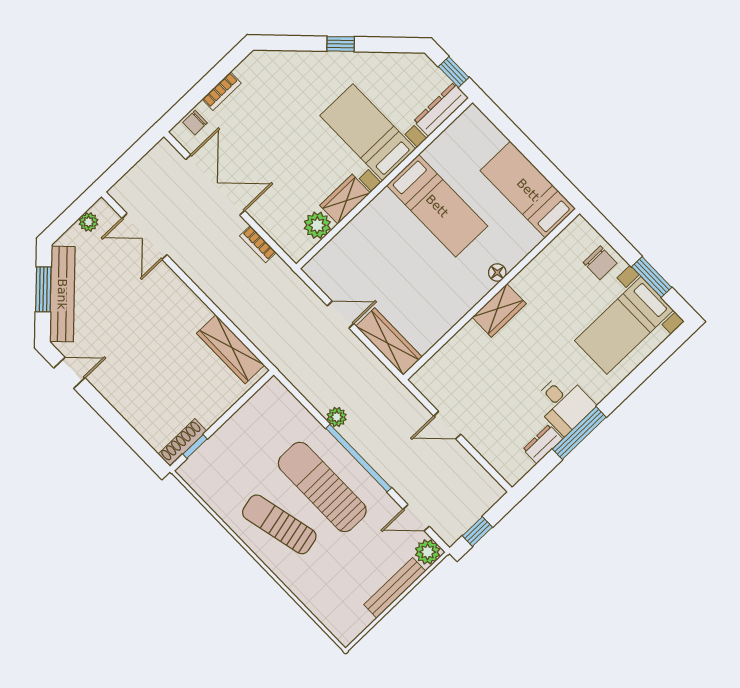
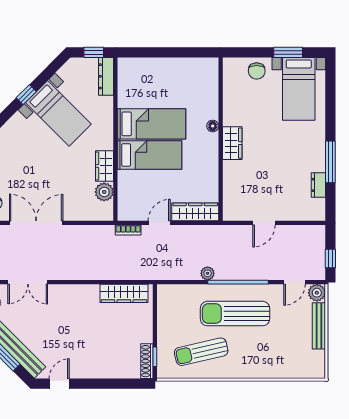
bed with nightstands: (368, 132) -> (58, 113), moved, turned -135
bed: (528, 190) -> (150, 155), moved, turned 180
bookcase: (258, 244) -> (128, 230), moved
chair: (600, 263) -> (257, 71), turned 90
desk: (564, 404) -> (309, 156), removed
sun lounger: (279, 524) -> (201, 352), moved

